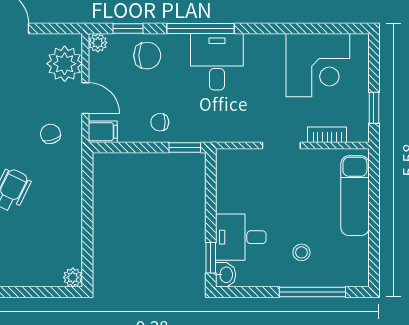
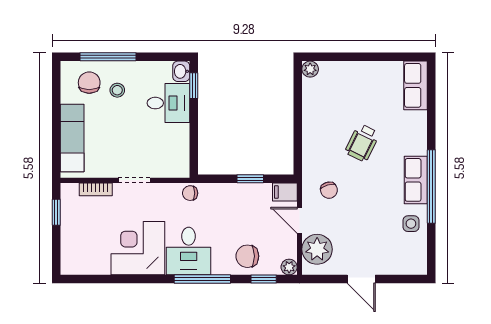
corner desk: (318, 65) -> (138, 248), moved
chair: (160, 122) -> (190, 193), moved, turned 180
window: (185, 147) -> (250, 179), moved
chair: (335, 261) -> (89, 83), added

